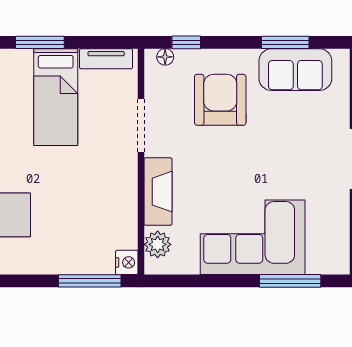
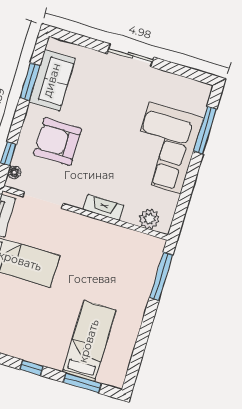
doorway: (141, 126) -> (43, 200), moved
fireplace: (158, 192) -> (104, 208), width x0.73, depth x0.76
nightstand: (127, 262) -> (156, 245), removed

